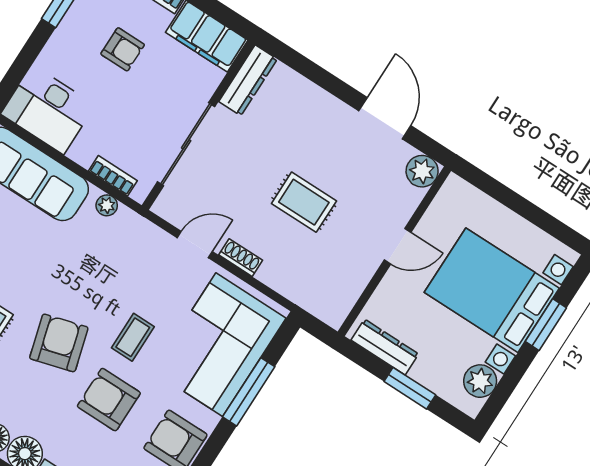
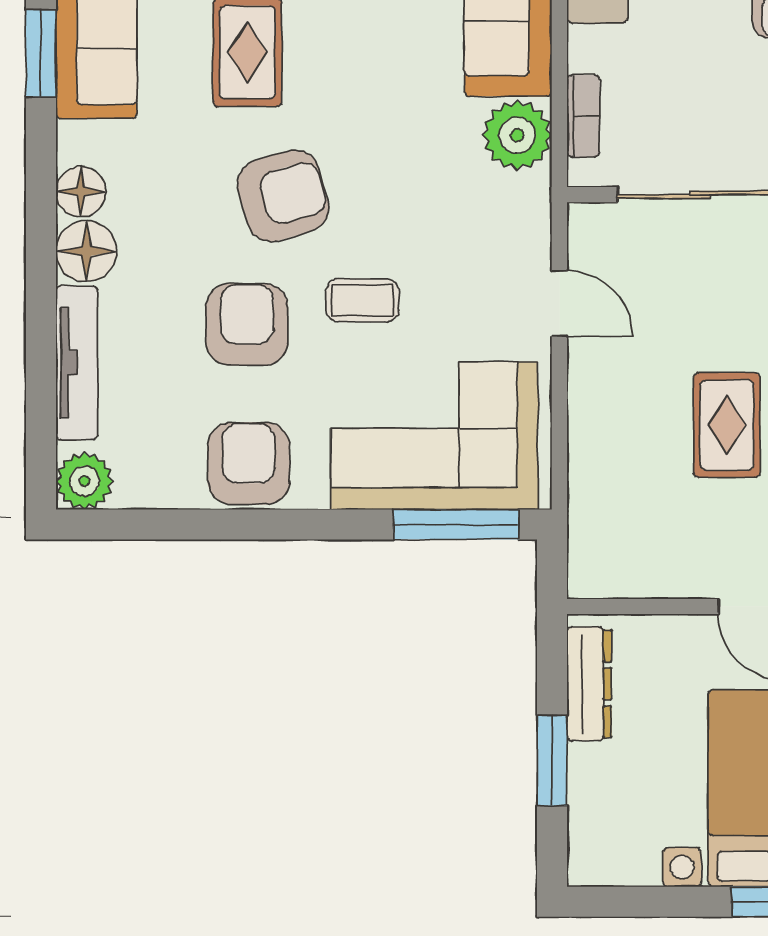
plant: (107, 205) -> (517, 135), width x1.88, depth x1.88
shoe rack: (241, 258) -> (584, 384), removed
plant: (480, 381) -> (630, 858), removed
window: (249, 392) -> (456, 525), moved

